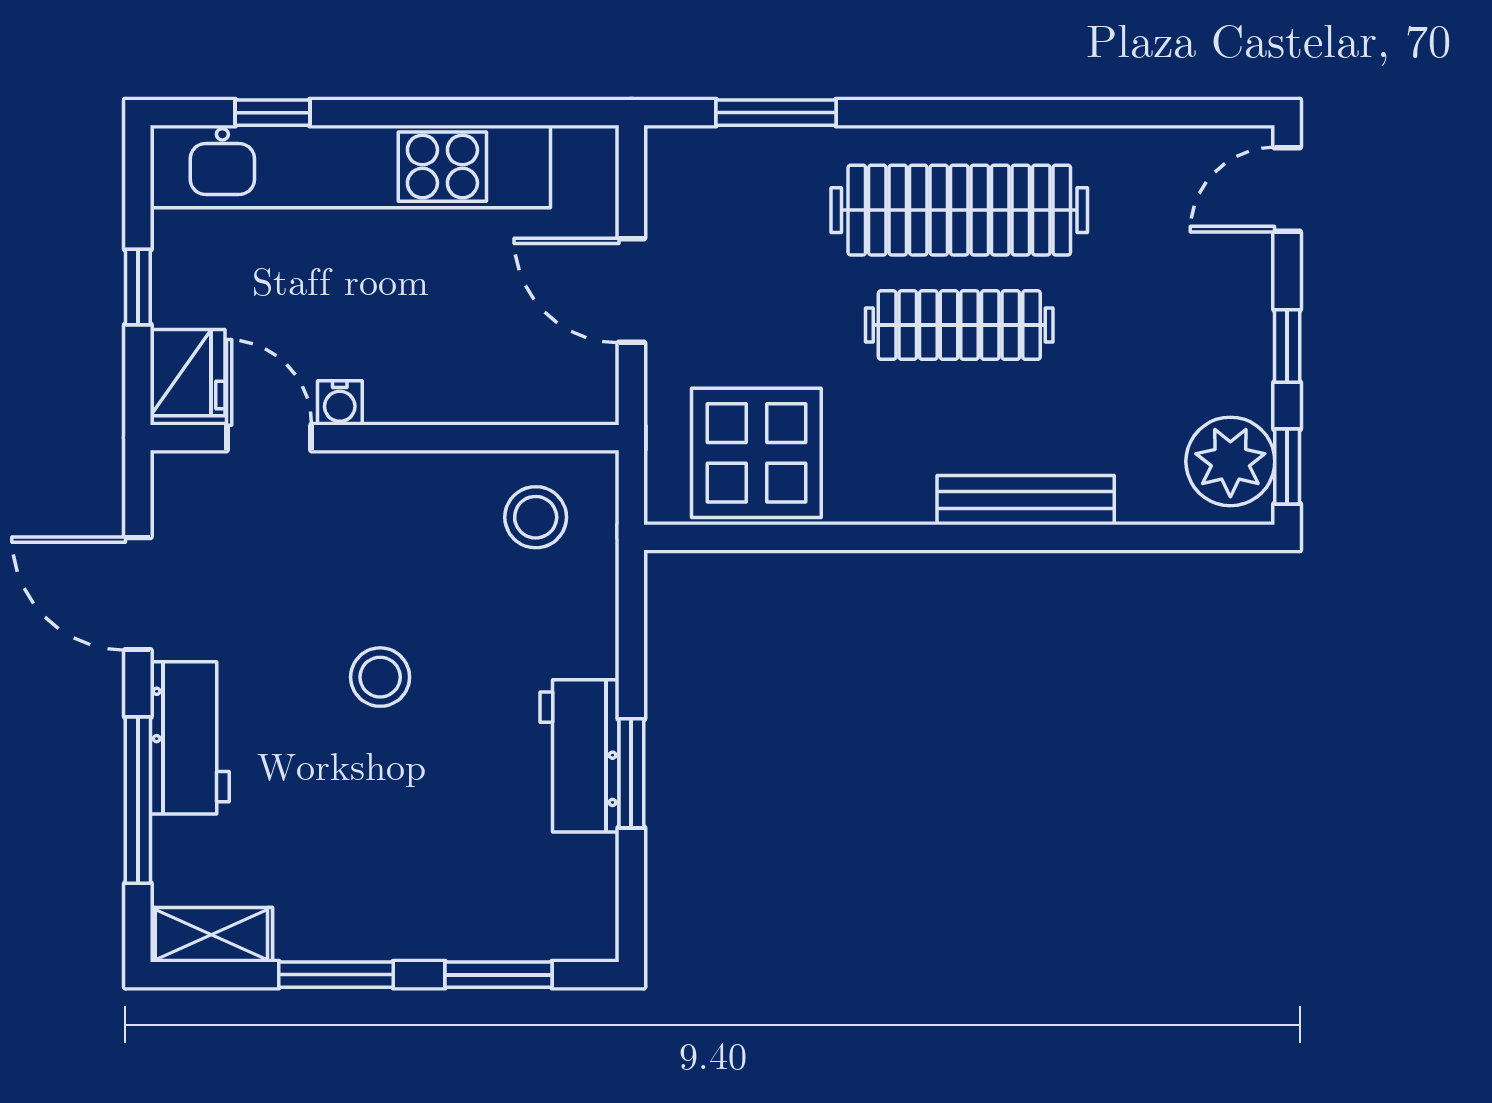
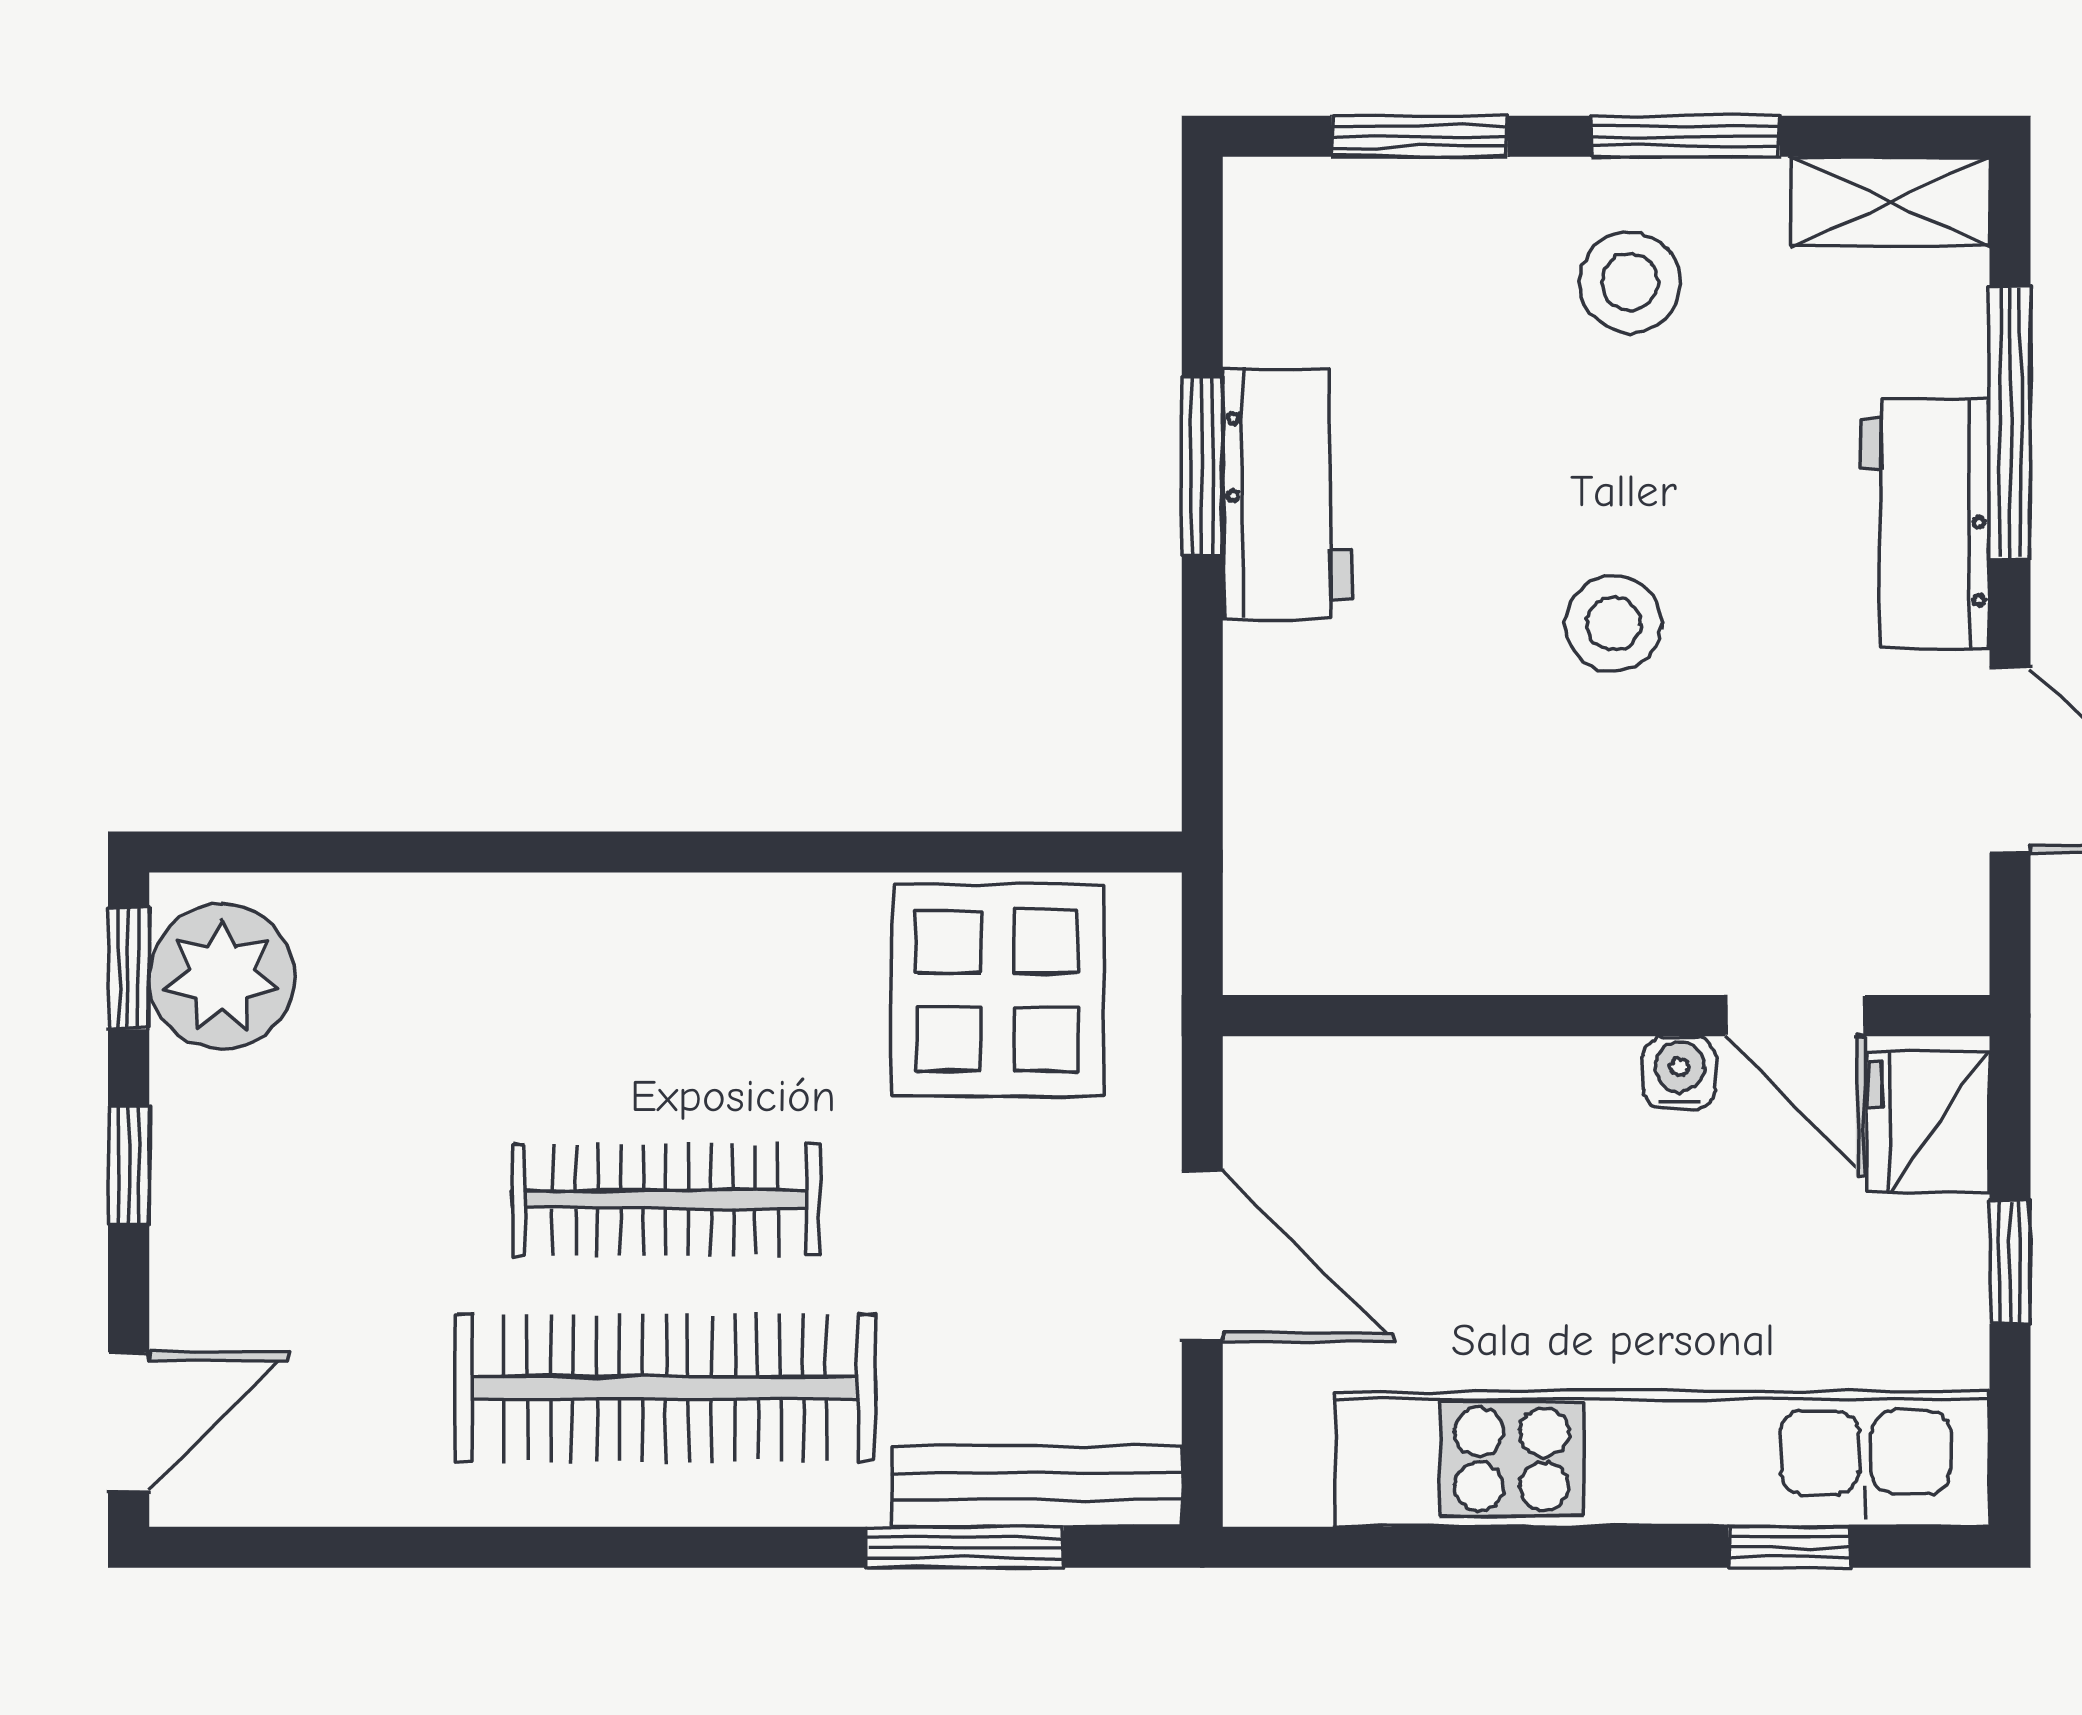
bench: (1026, 500) -> (1037, 1486), moved
stool: (536, 517) -> (1630, 282), moved

